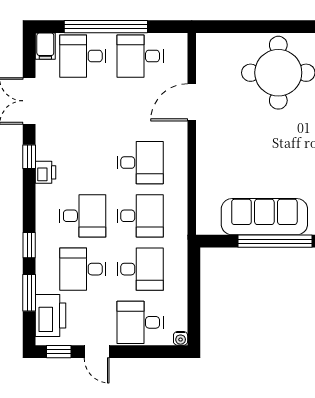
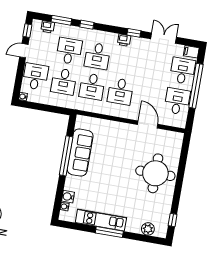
printer: (51, 316) -> (48, 27), width x0.53, depth x0.68

